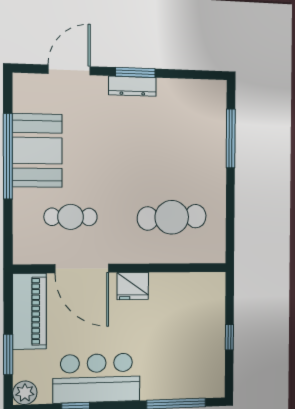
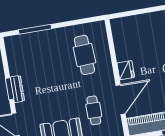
window: (229, 337) -> (146, 11), removed

